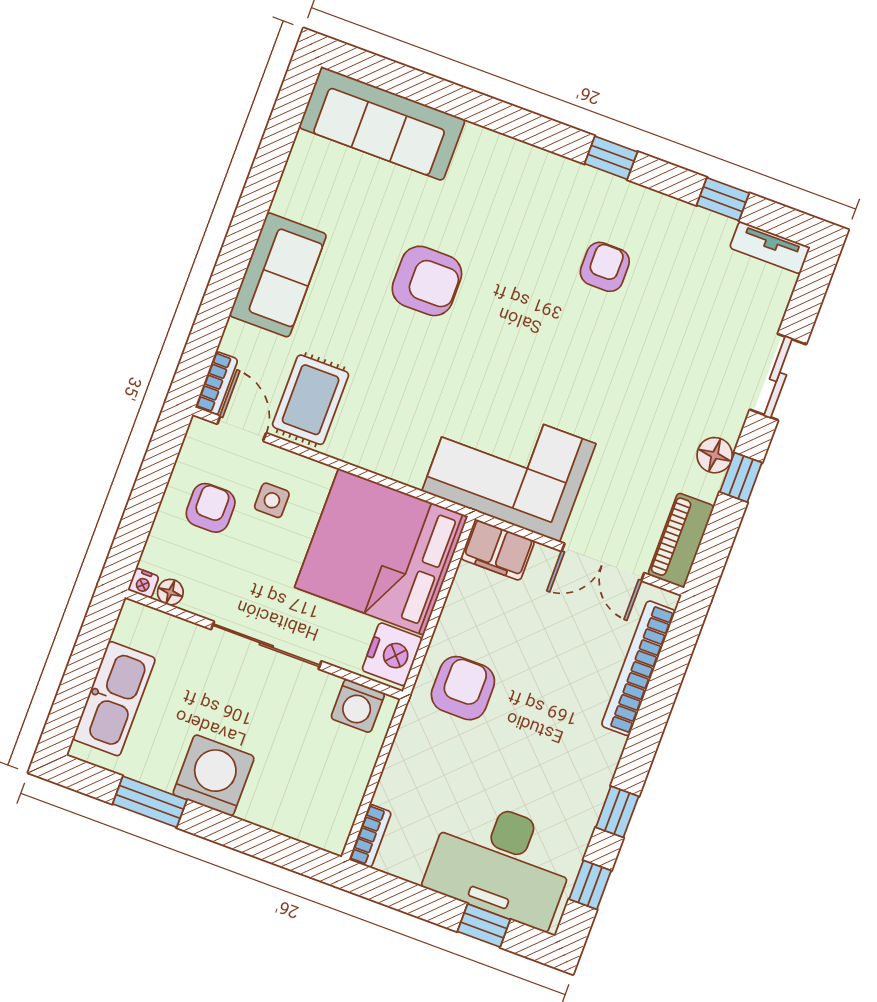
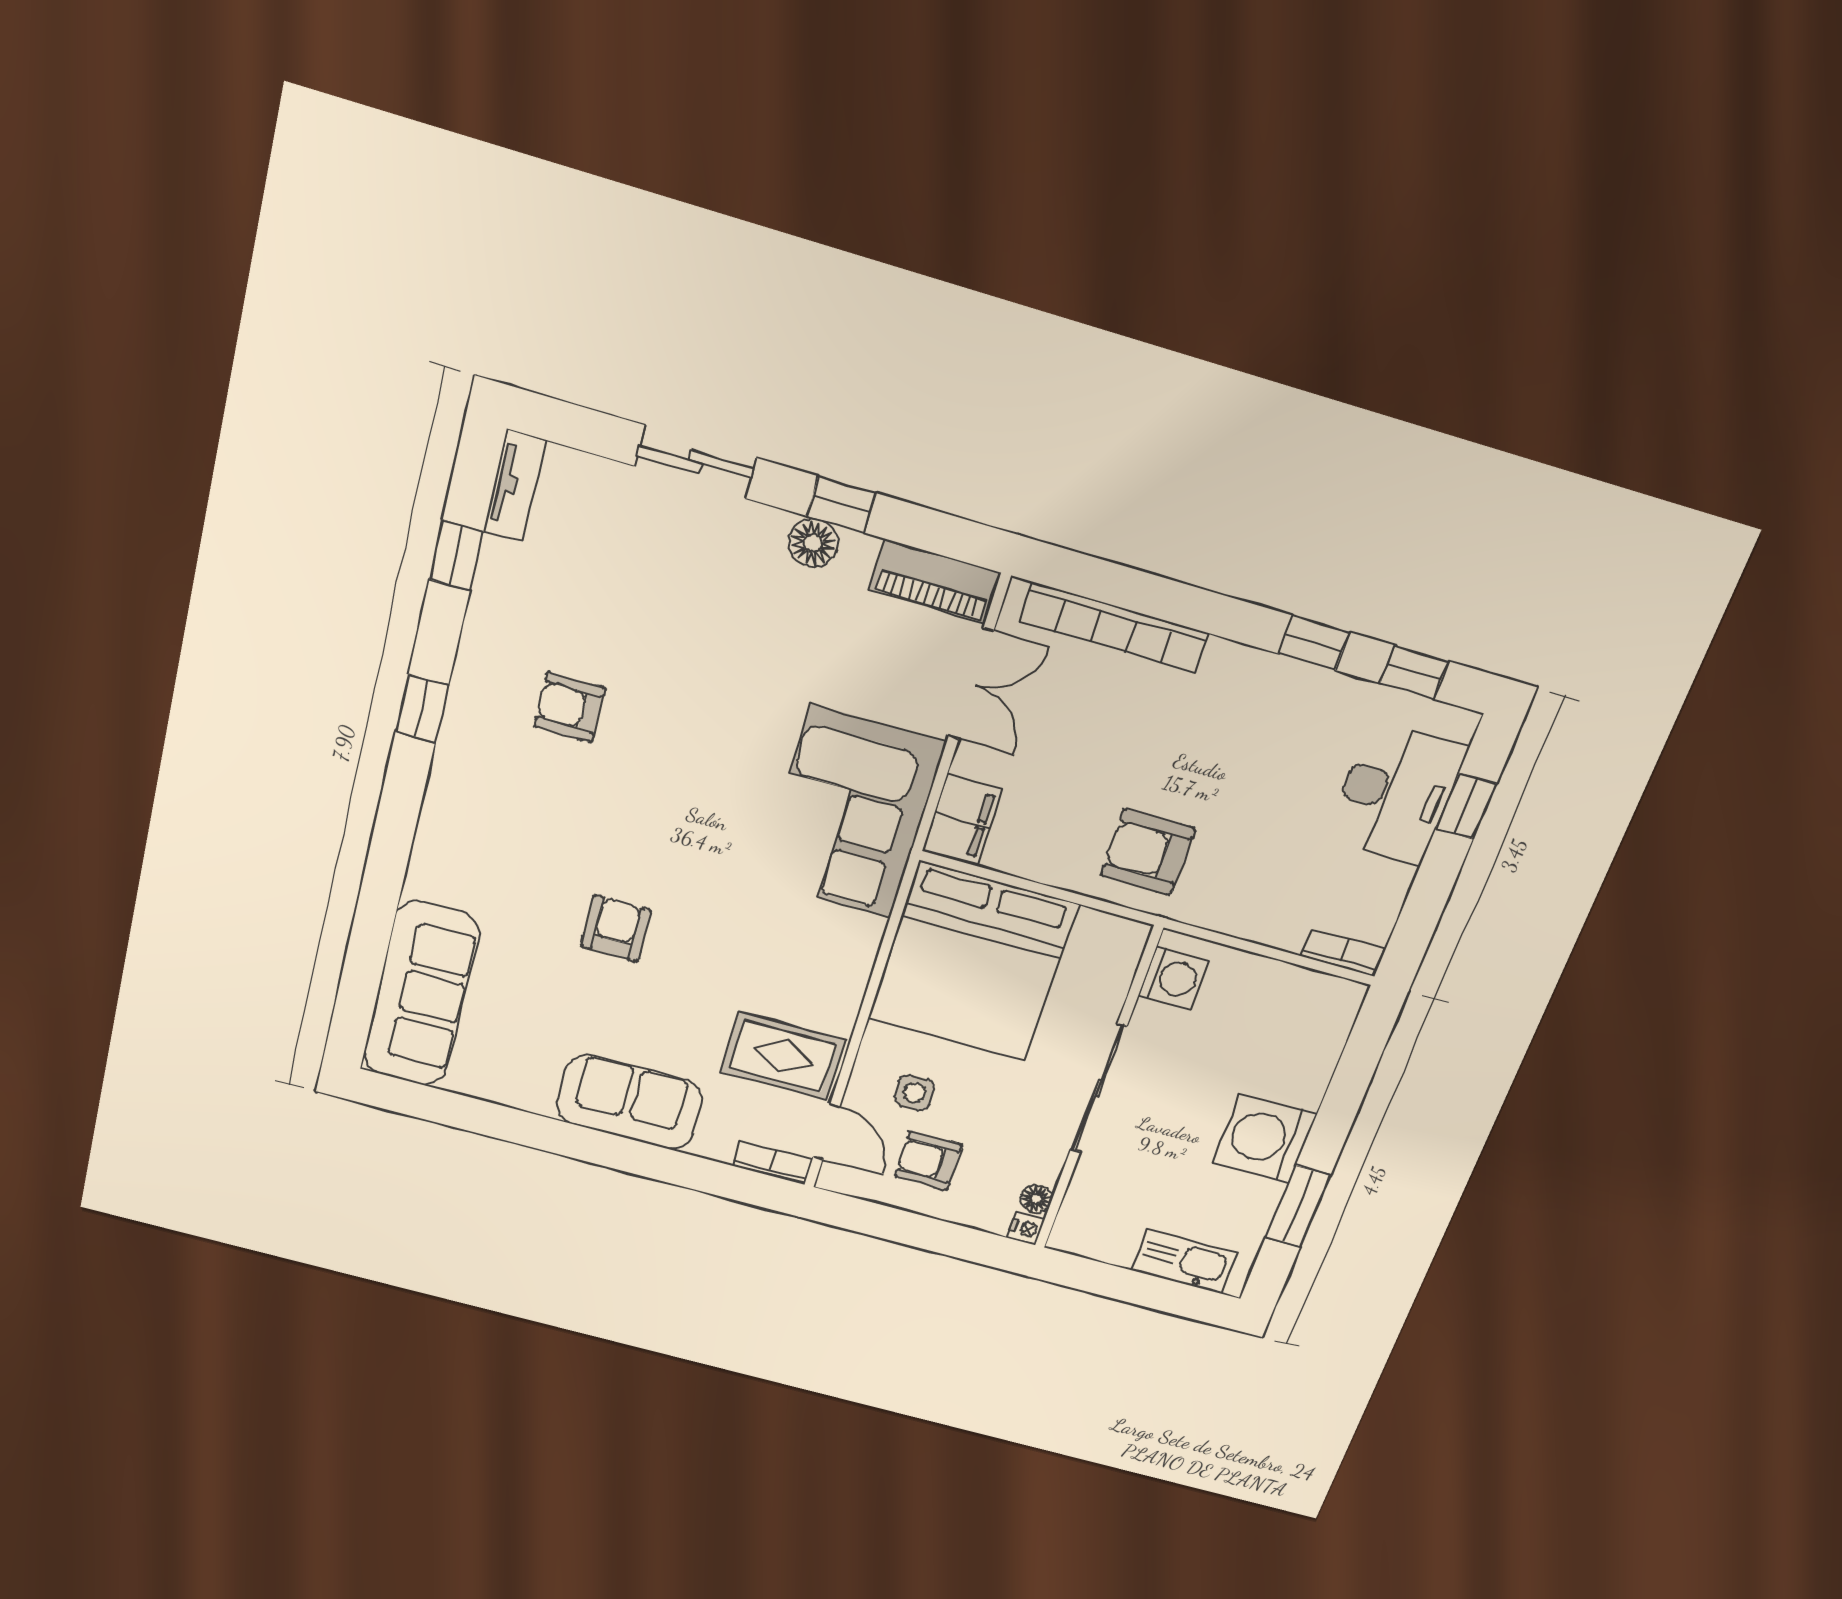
armchair: (427, 281) -> (616, 928), width x0.72, depth x0.72
door: (242, 428) -> (826, 1132), swing flipped
nightstand: (392, 654) -> (1105, 941), removed
kitchen sink: (114, 699) -> (1184, 1261), width x0.73, depth x0.81
desk: (501, 862) -> (1396, 793), width x0.73, depth x0.77

